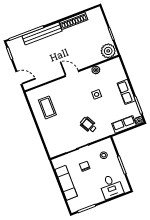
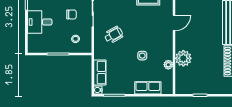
plant: (108, 51) -> (183, 58), moved
door: (72, 74) -> (174, 23), moved
row of seats: (126, 92) -> (148, 88), moved
desk: (111, 187) -> (40, 22), moved

